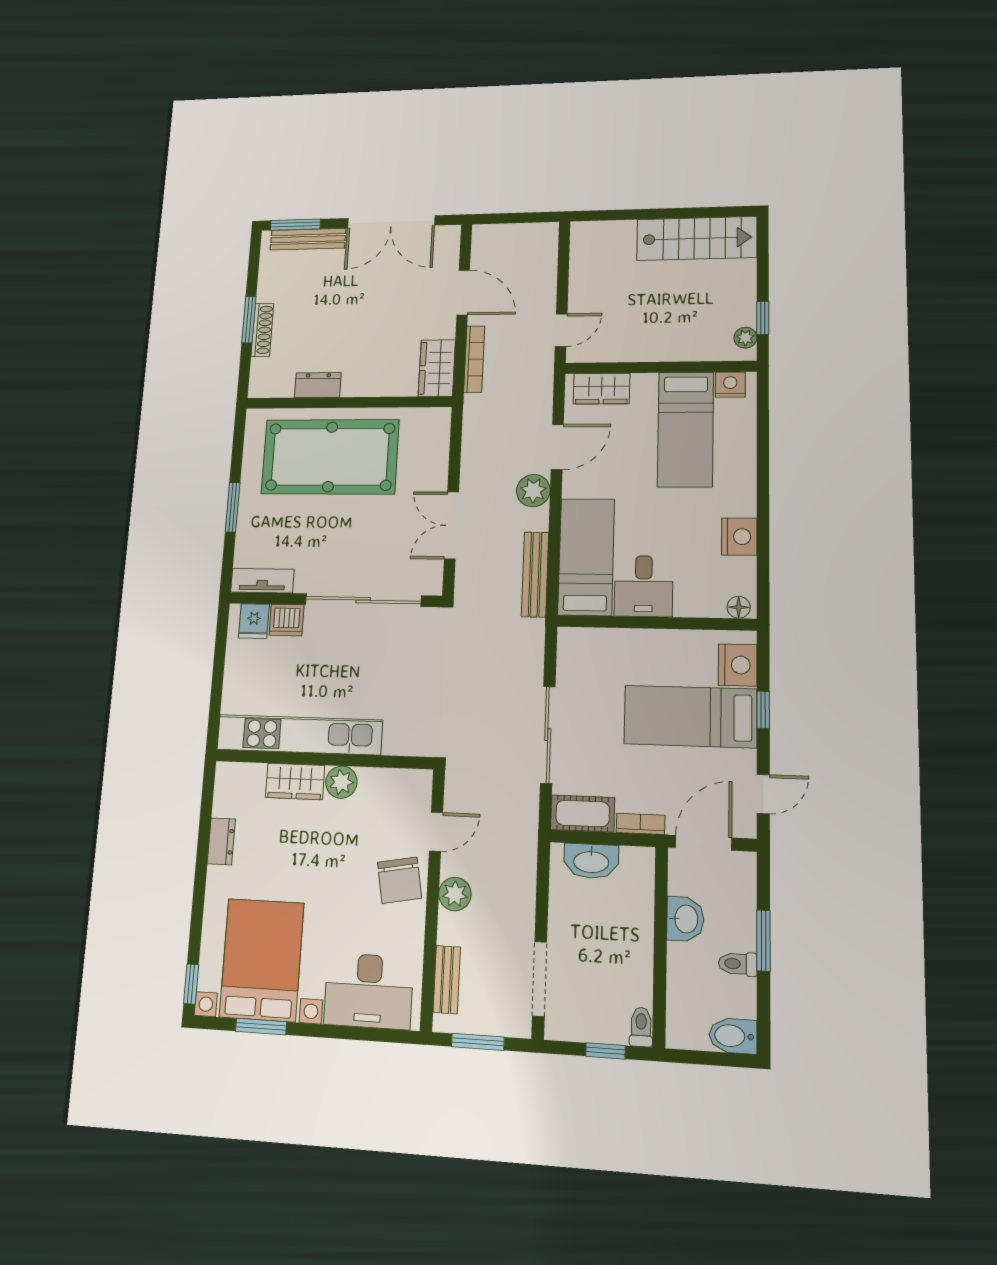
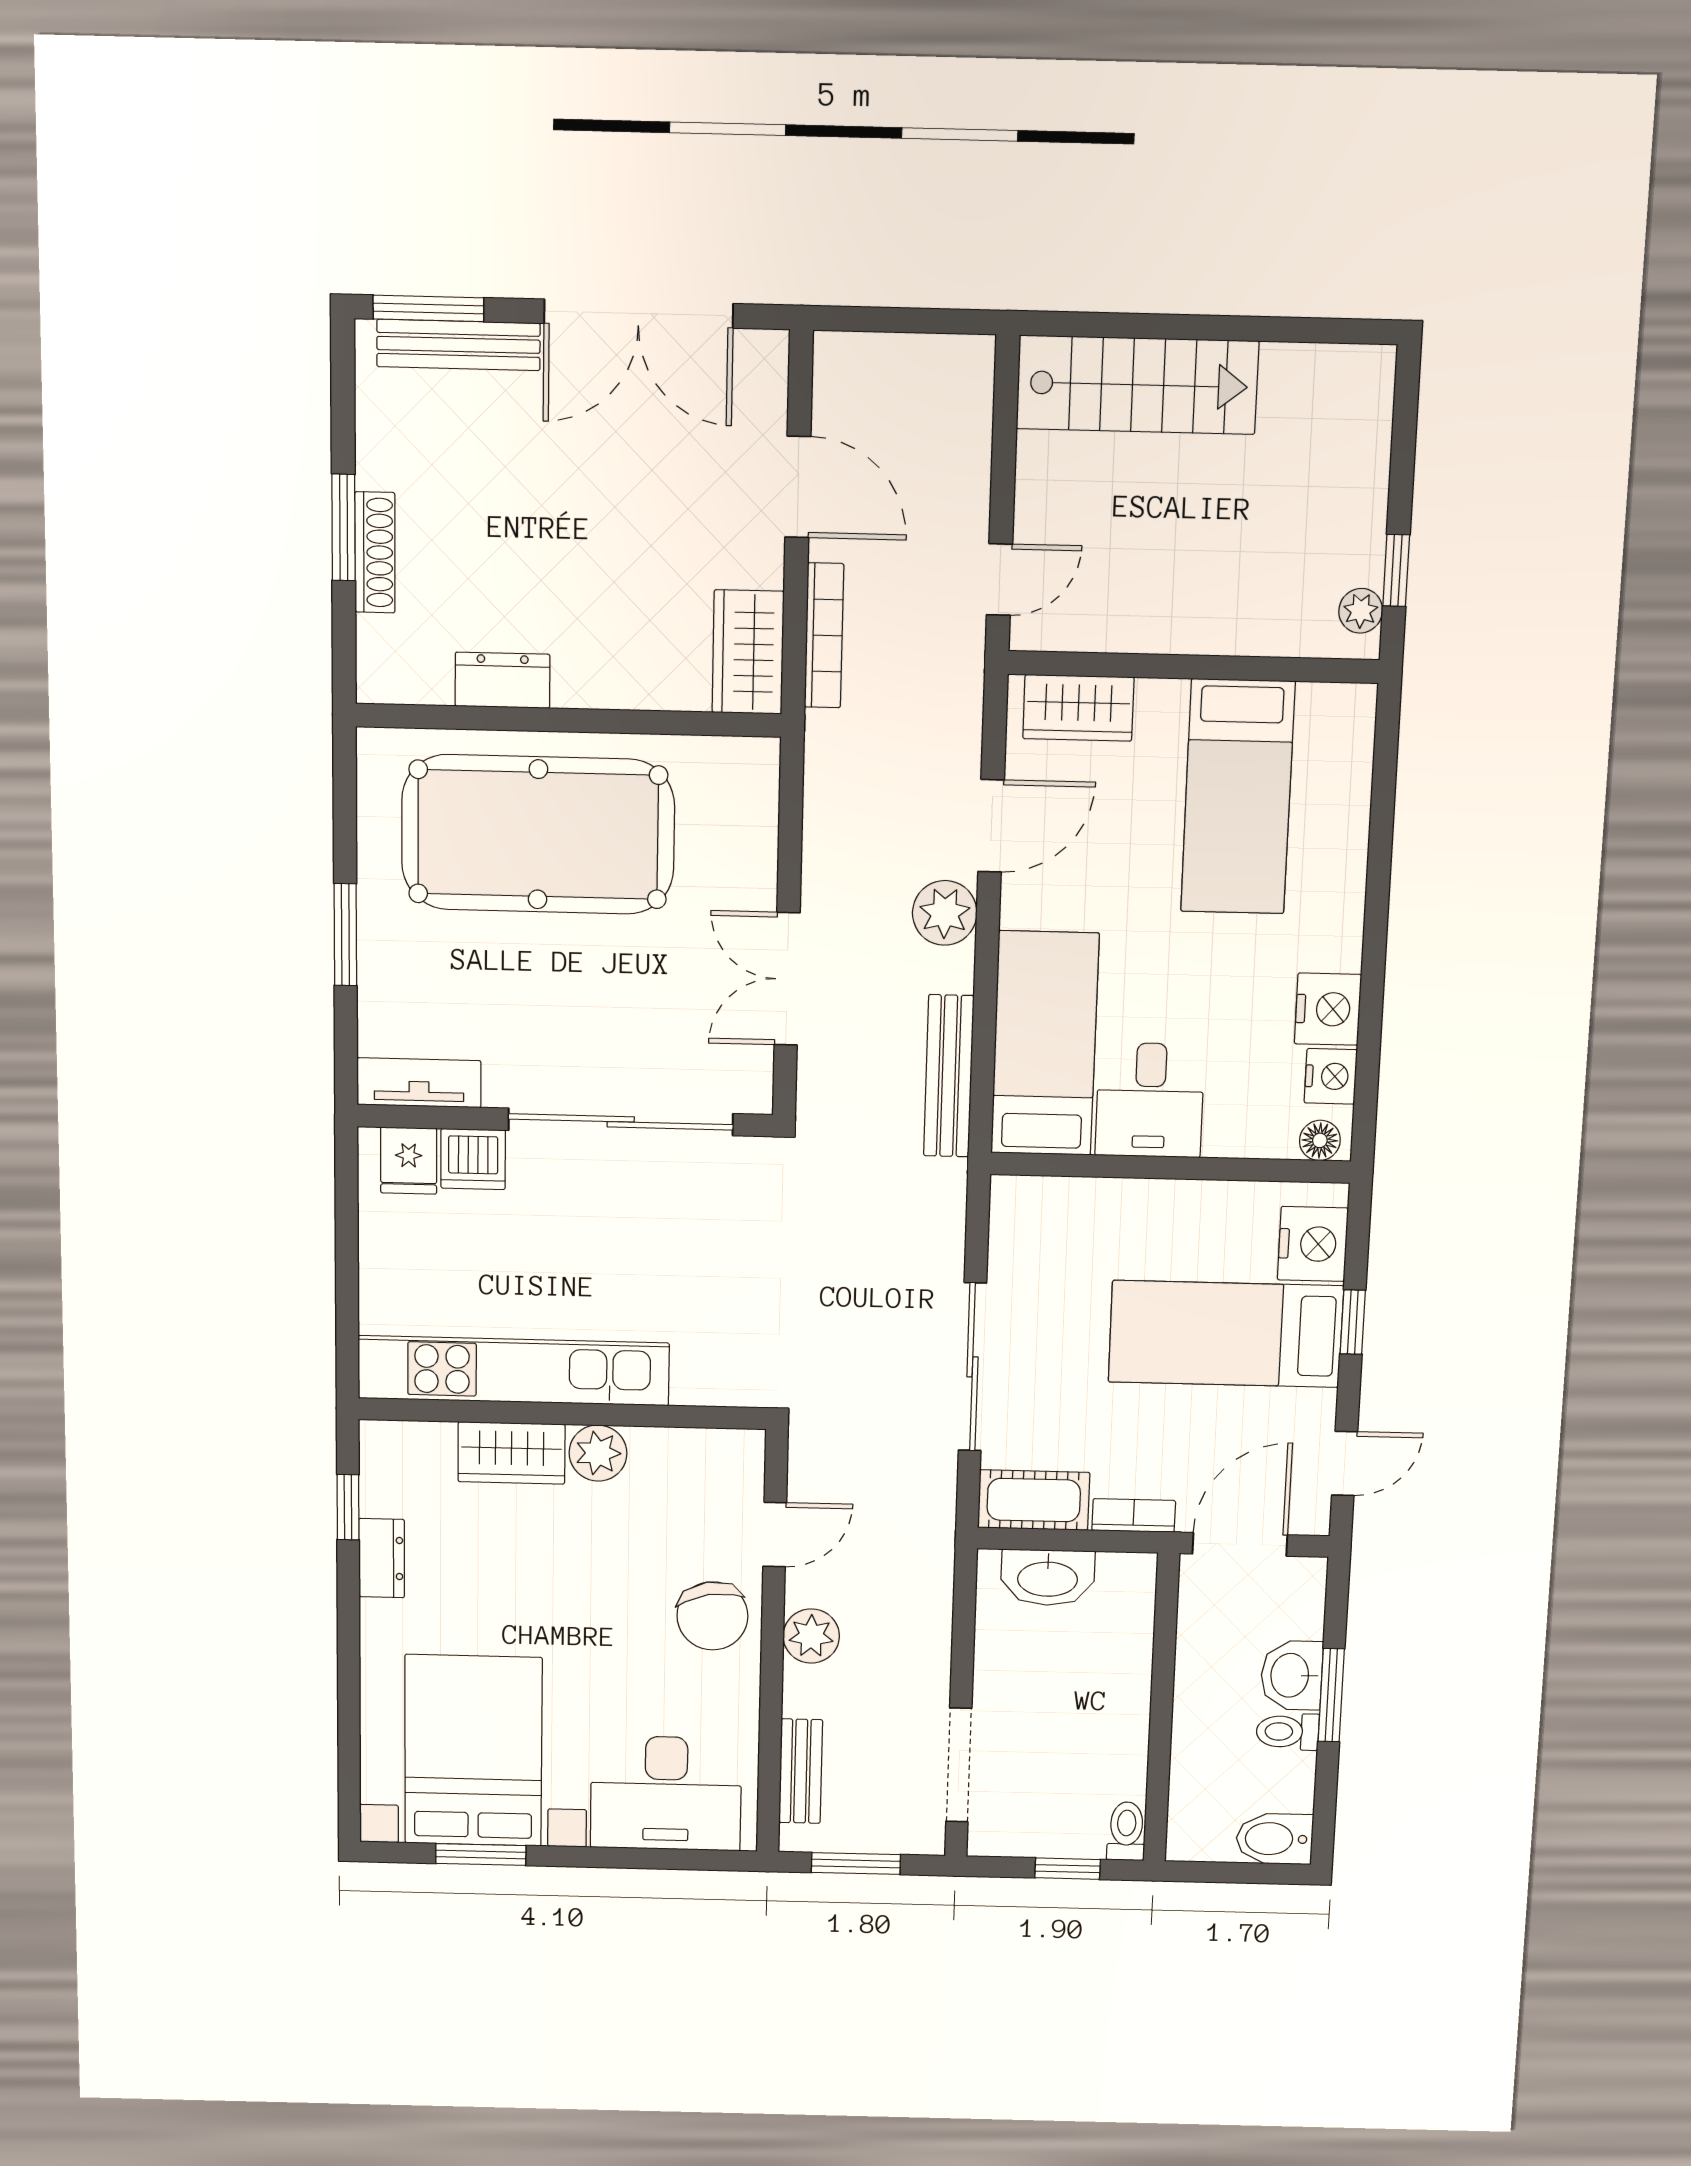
stairs: (697, 238) -> (1137, 385), moved
nightstand: (730, 385) -> (1331, 1076), moved, turned 90
washbasin: (685, 919) -> (1292, 1675), moved, turned 180
window: (191, 984) -> (348, 1507), moved

